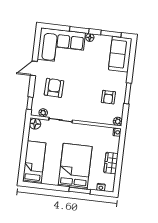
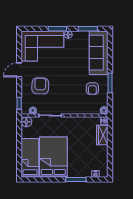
sofa: (120, 54) -> (99, 53), width x1.36
wardrobe: (111, 163) -> (102, 135), moved
bed: (75, 166) -> (53, 157), moved

